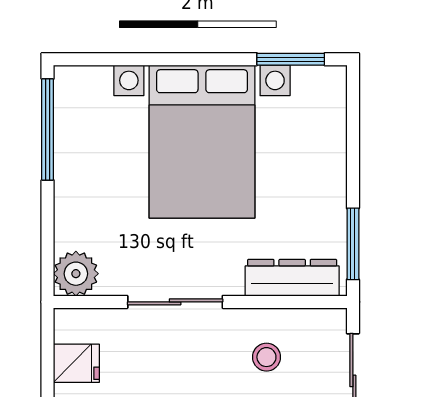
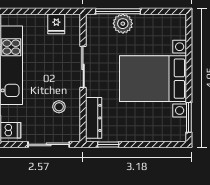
window: (48, 129) -> (118, 11), moved
window: (353, 244) -> (108, 144), width x0.67
plant: (76, 274) -> (123, 24), moved

